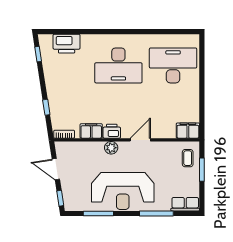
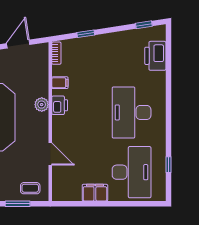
window: (166, 32) -> (168, 165), added
filing cabinet: (91, 131) -> (60, 83), width x0.50
filing cabinet: (188, 131) -> (95, 193), moved, turned -90
door: (140, 140) -> (50, 154), moved

